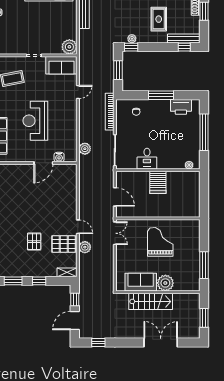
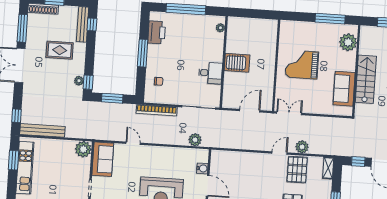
plant: (165, 283) -> (348, 42), moved

